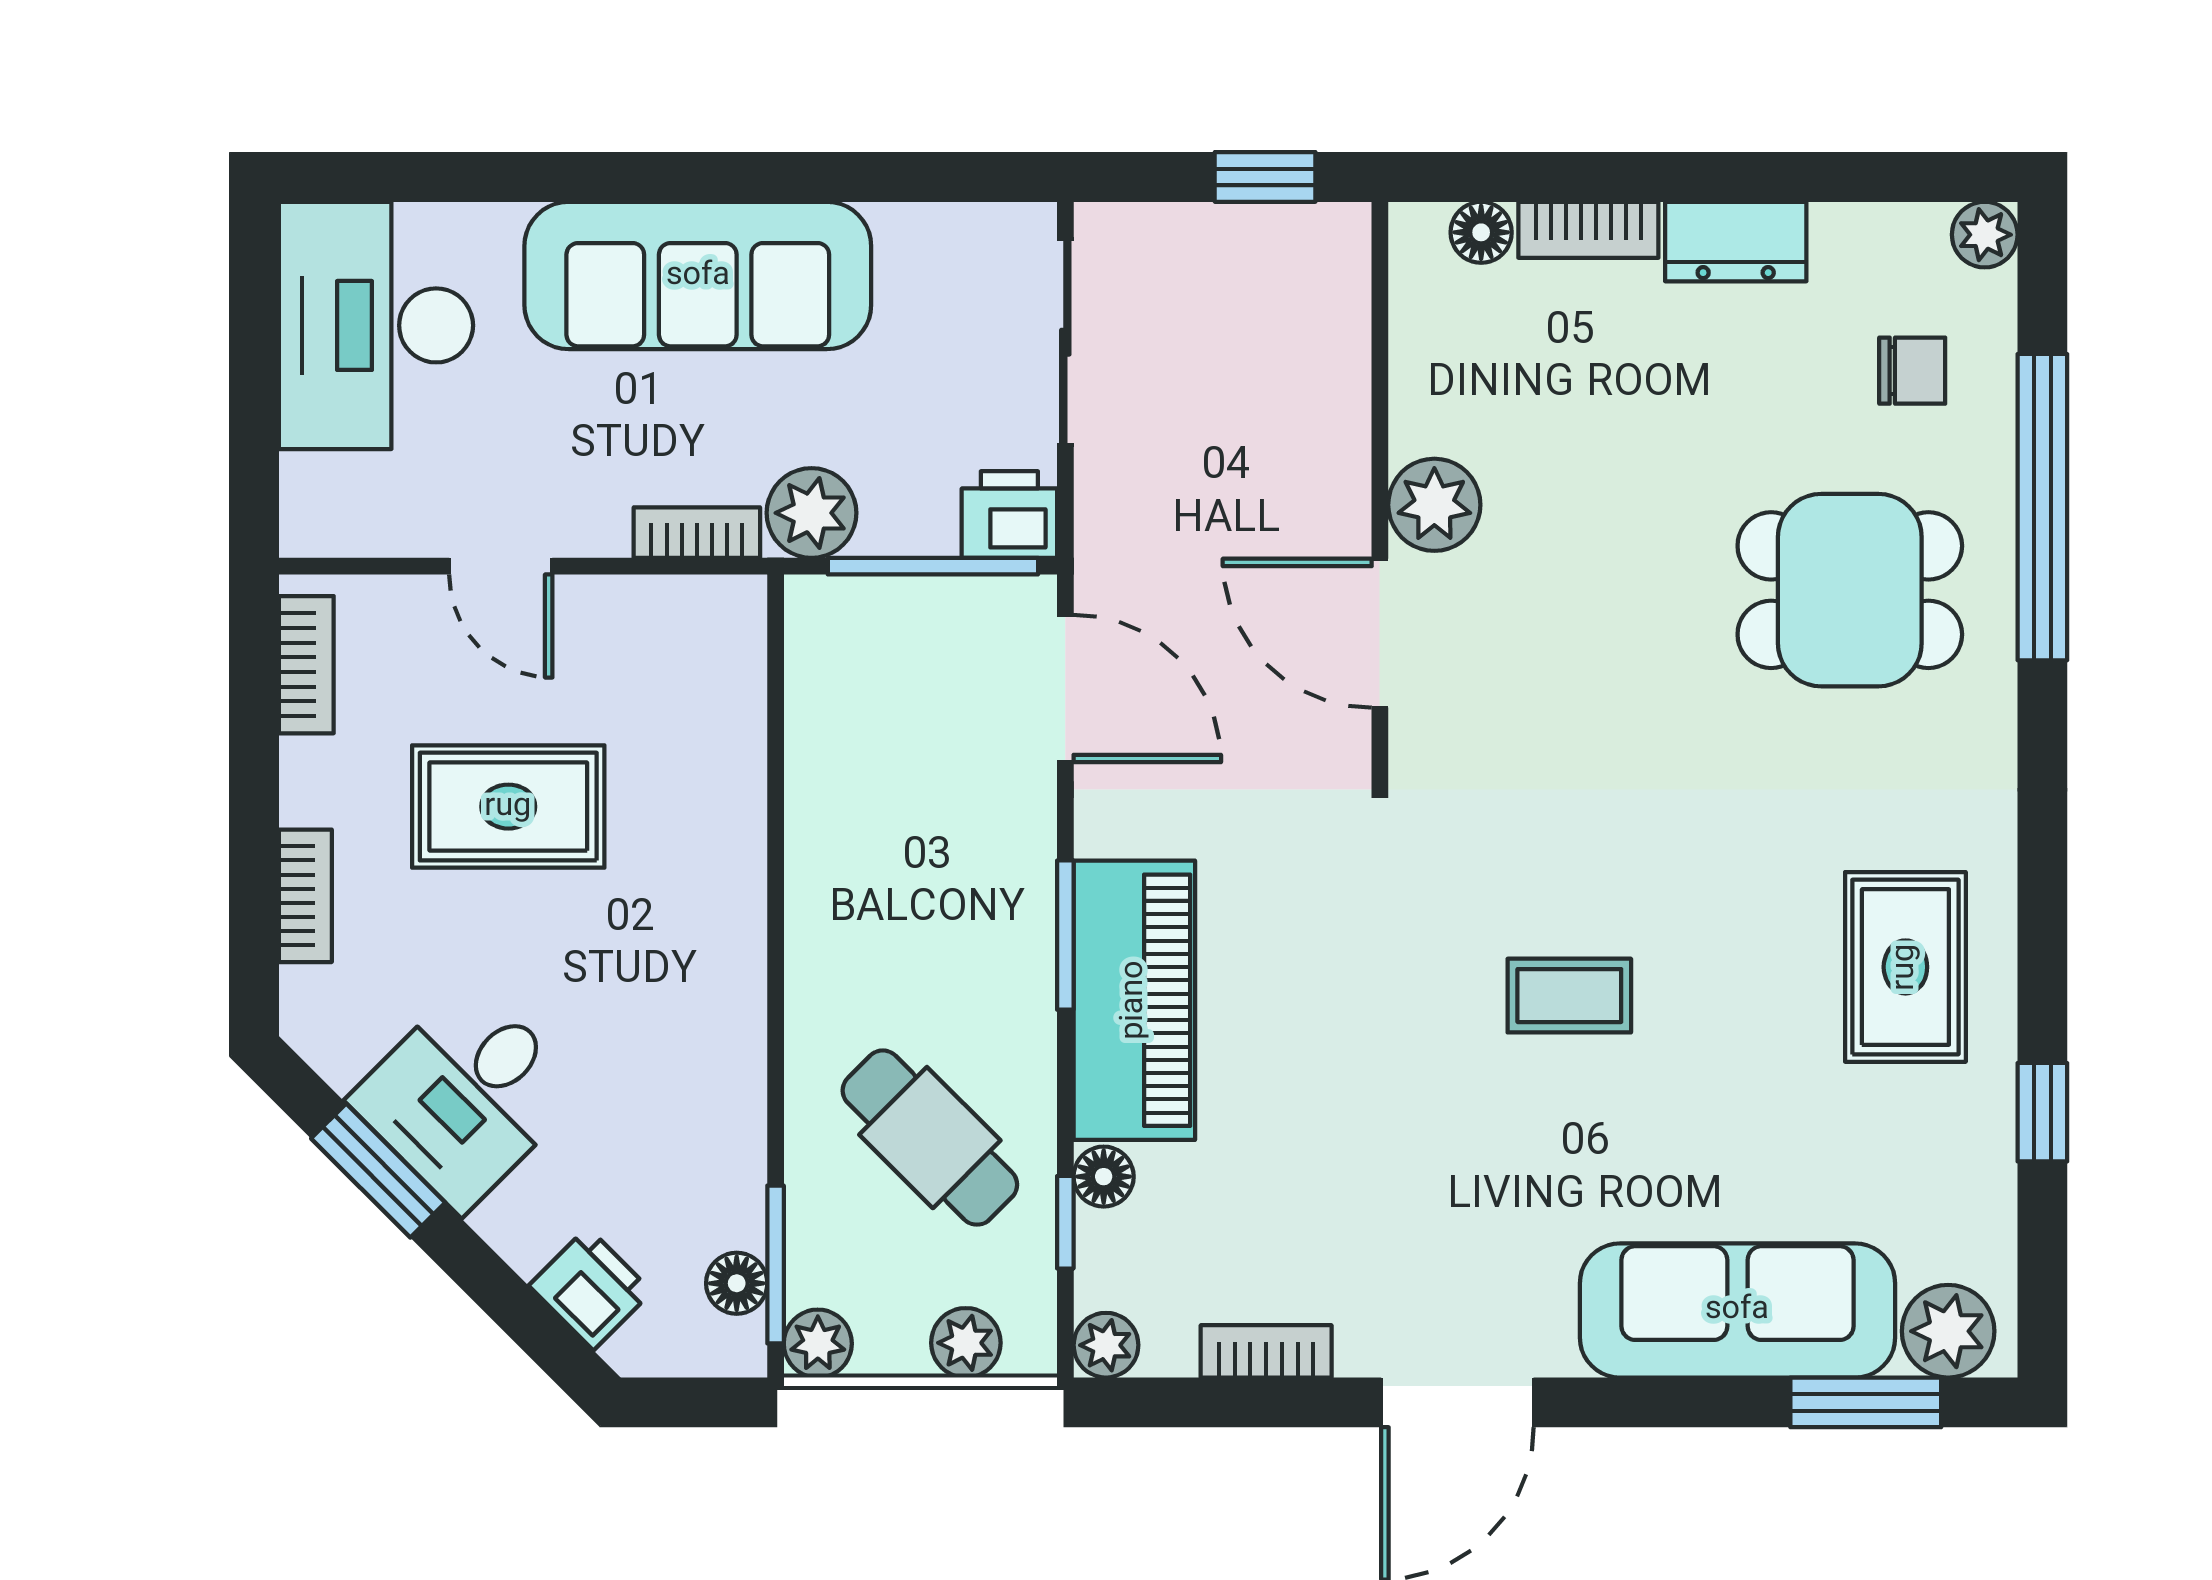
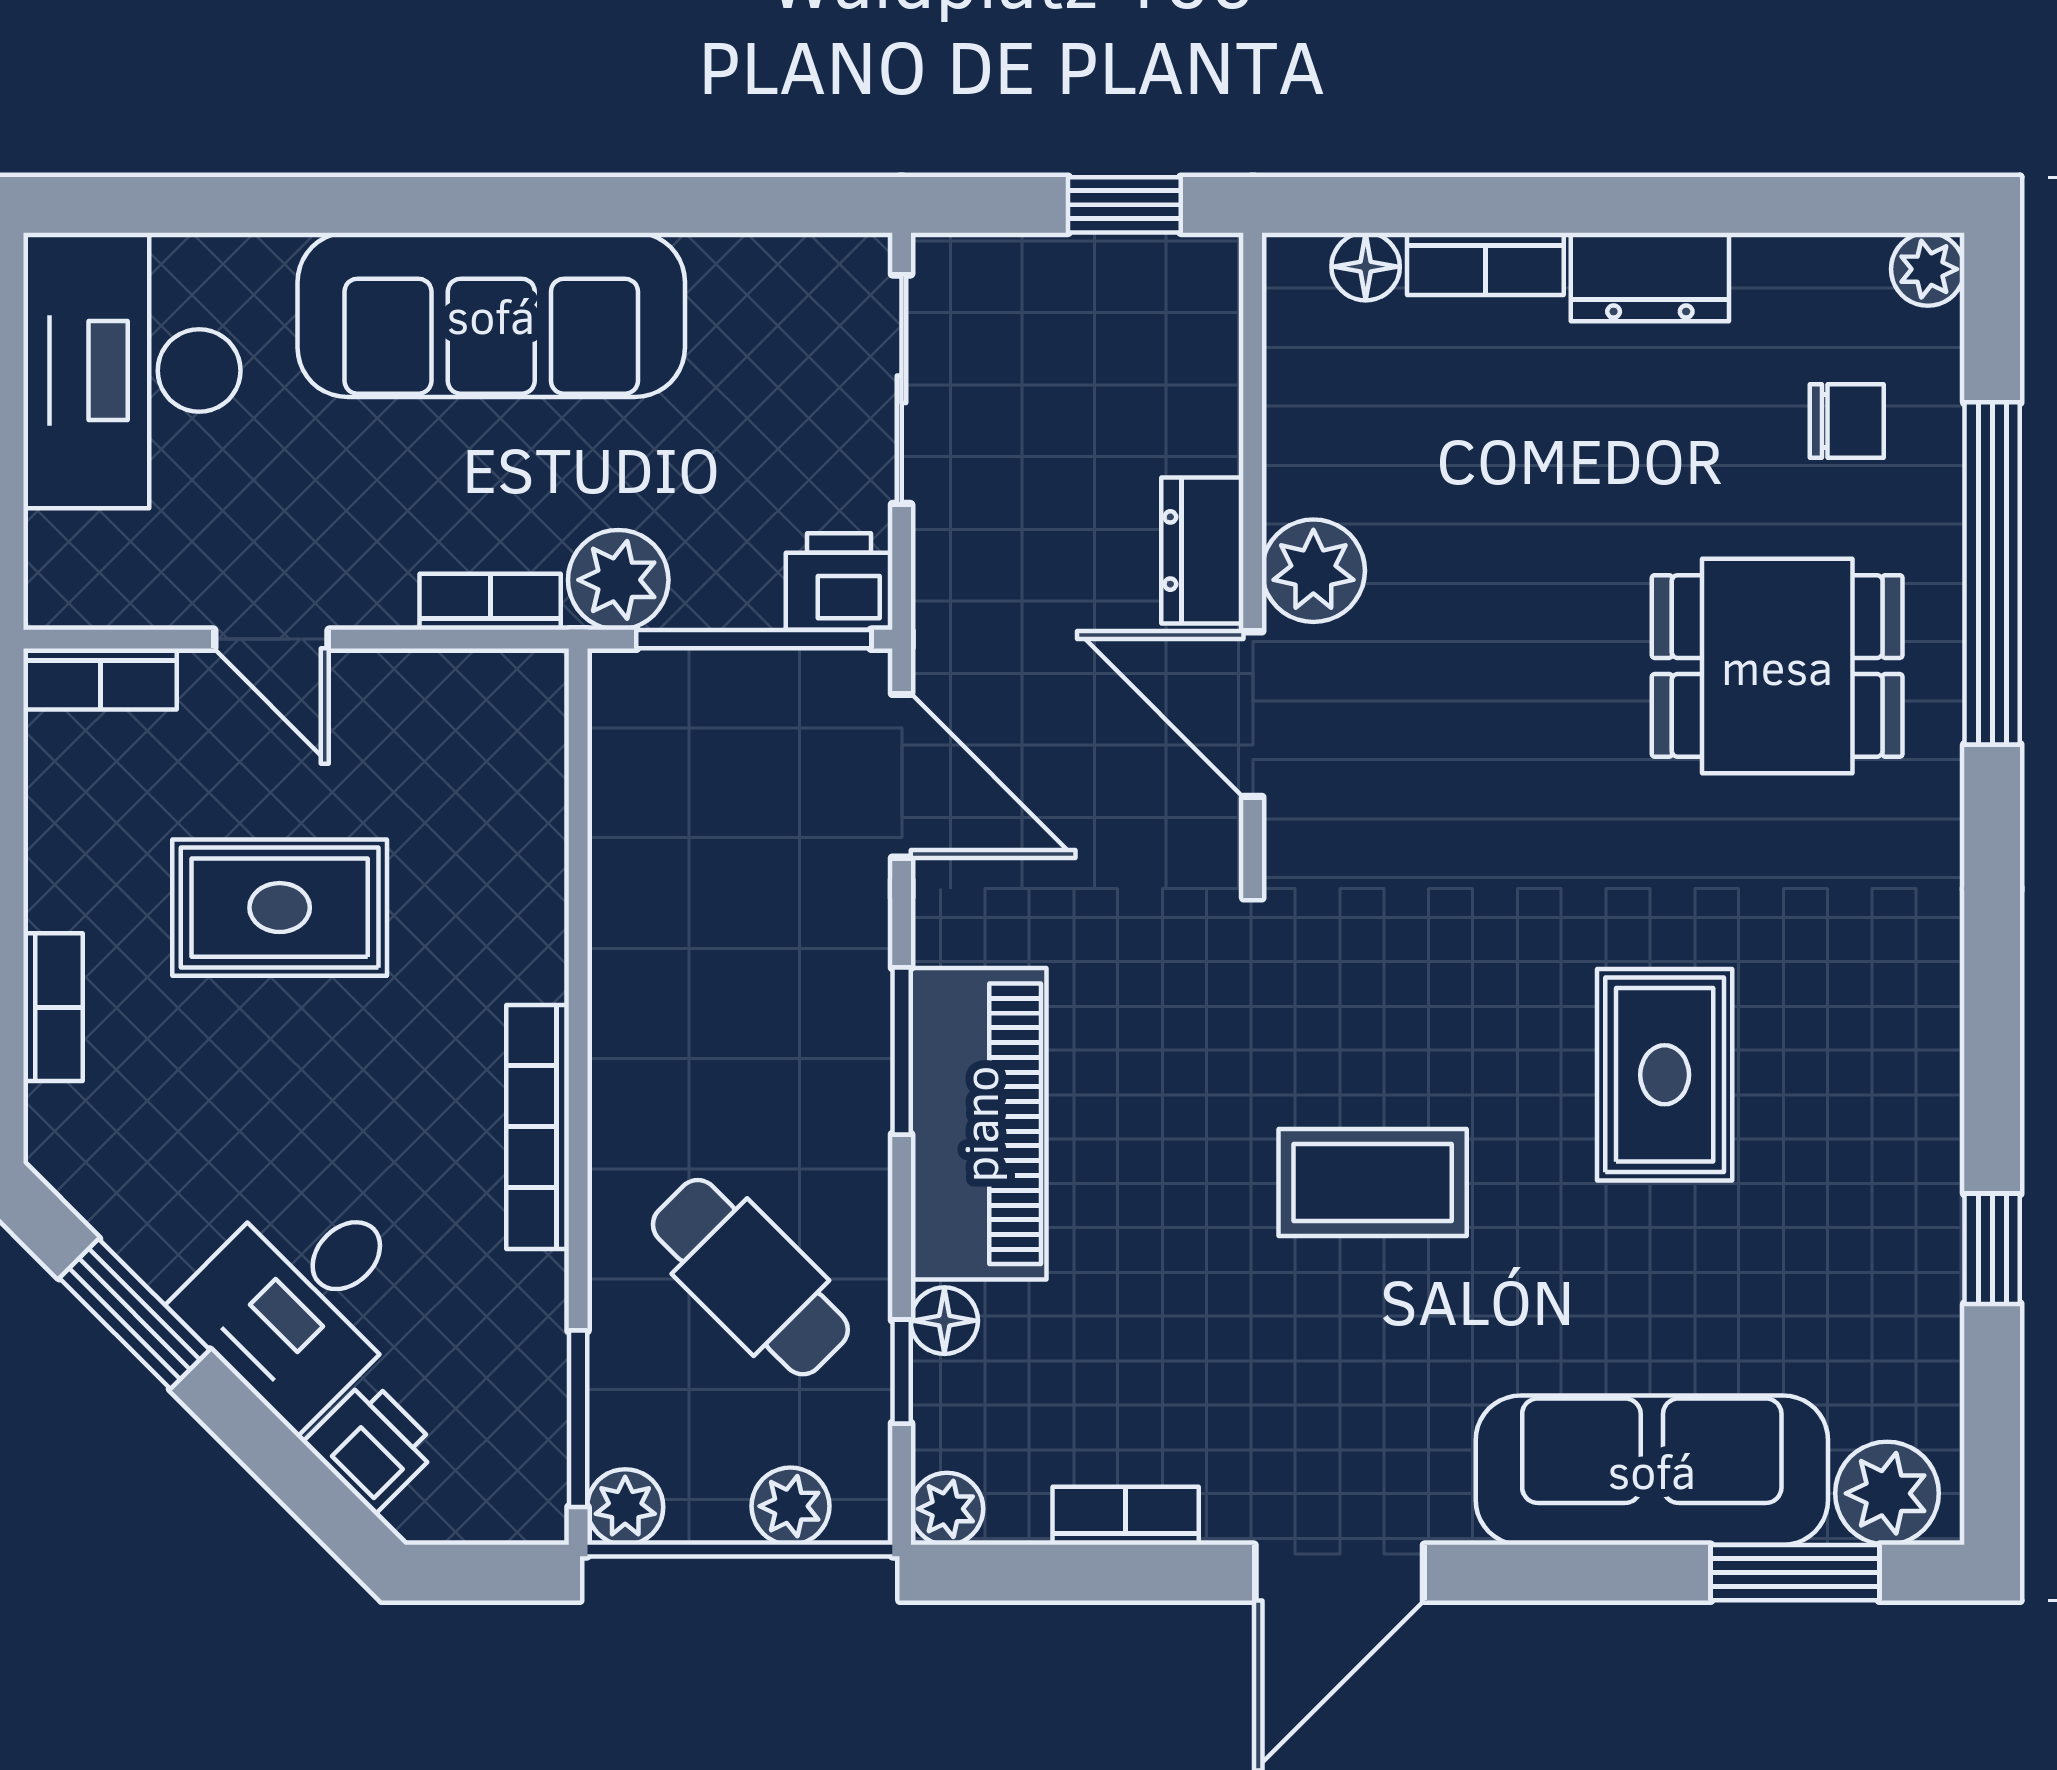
dresser: (1335, 487) -> (1202, 551), added
bookcase: (306, 665) -> (100, 679), moved, turned 90
rug: (1905, 967) -> (1665, 1075), moved
coffee table: (1569, 996) -> (1373, 1183), moved, width x1.36, depth x1.30
bookcase: (739, 1003) -> (538, 1127), added
desk: (466, 1096) -> (302, 1300), moved
floor lamp: (737, 1283) -> (535, 1440), removed

